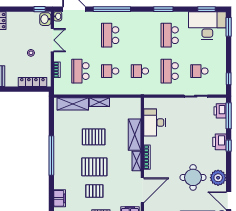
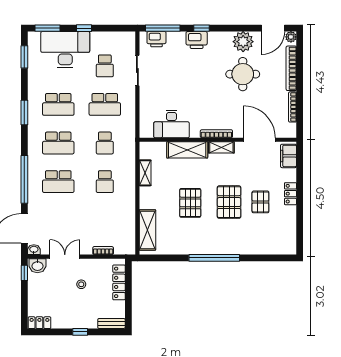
desk: (207, 26) -> (65, 50), moved, turned 90
school desk: (80, 71) -> (58, 143), moved
window: (229, 79) -> (84, 28), moved
shelving: (99, 102) -> (145, 173), moved
filing cabinet: (60, 198) -> (270, 247), removed

